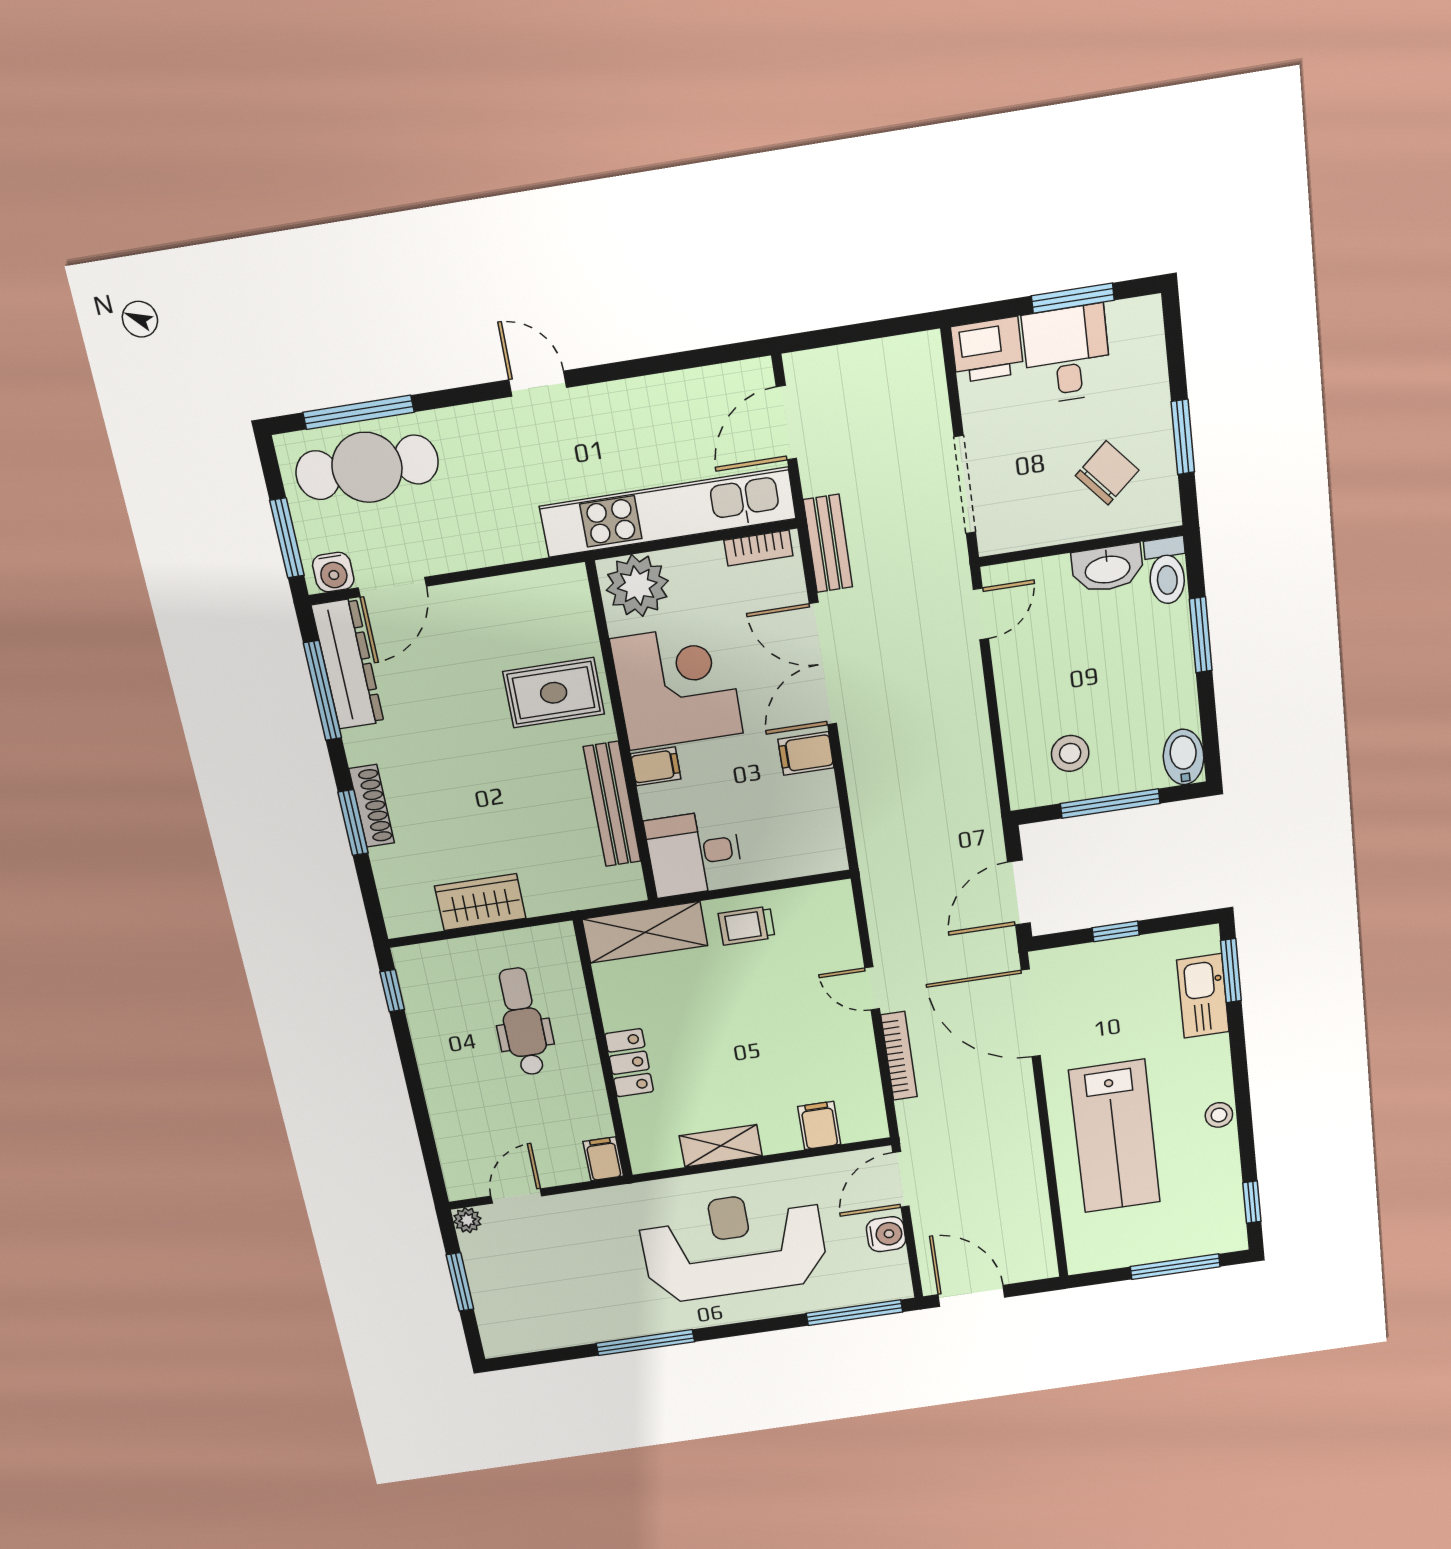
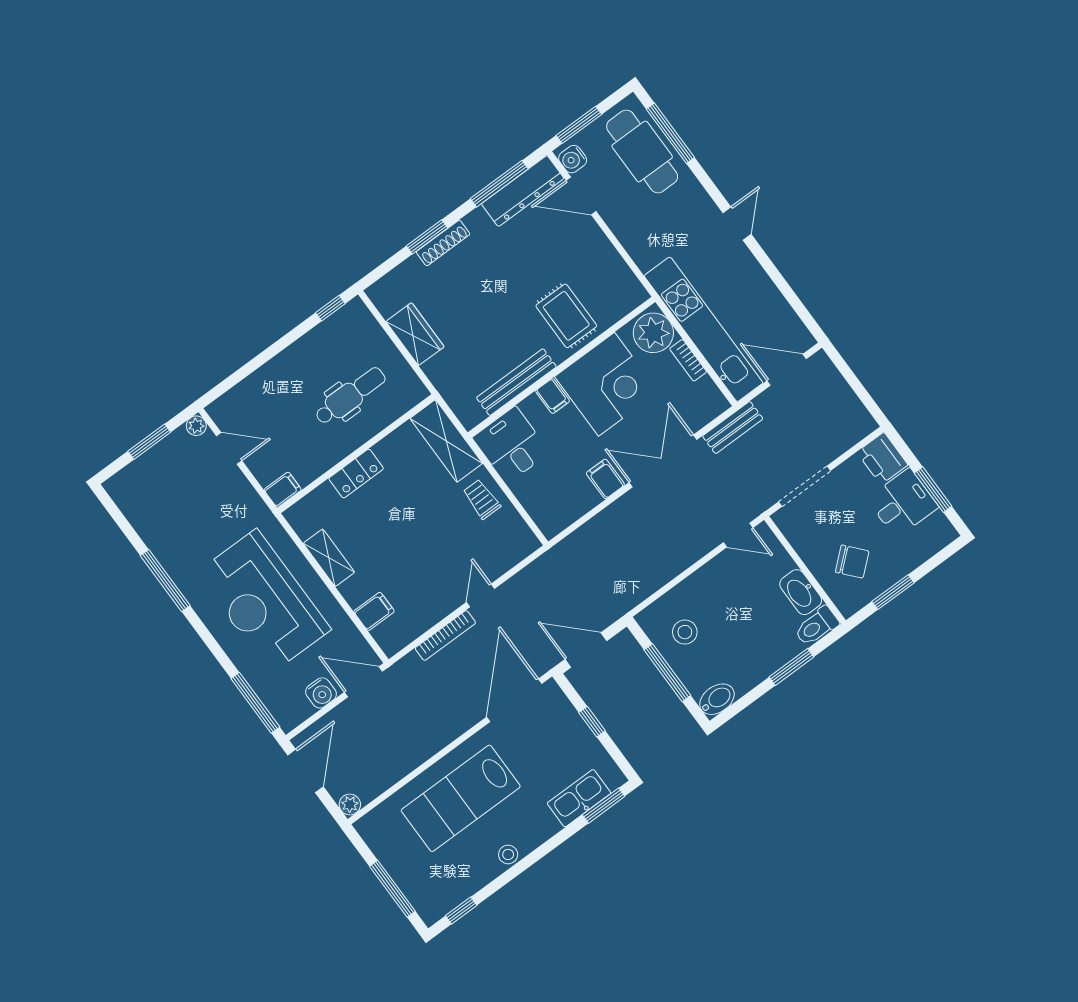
bookcase: (758, 548) -> (688, 360), moved
reception desk: (733, 1246) -> (264, 601), turned 180
plant: (1043, 1266) -> (350, 804), added

